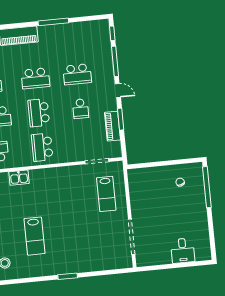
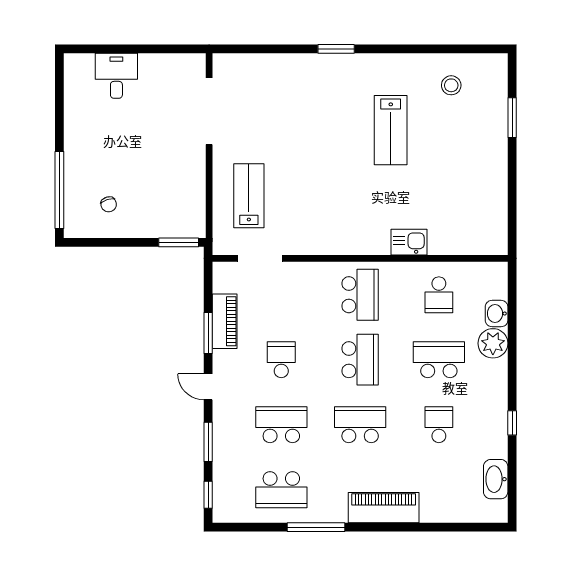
school desk: (74, 40) -> (281, 490), added
window: (115, 61) -> (208, 442), width x0.69
window: (141, 166) -> (179, 242), added
lab bench: (34, 236) -> (391, 130), turned 180

